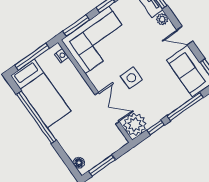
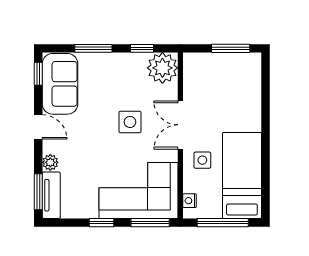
side table: (71, 86) -> (202, 160), added
window: (185, 107) -> (93, 48), width x0.69
double door: (107, 108) -> (180, 125), moved
window: (36, 117) -> (265, 153), removed
floor lamp: (79, 163) -> (254, 69), removed

